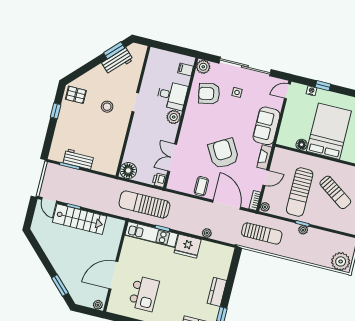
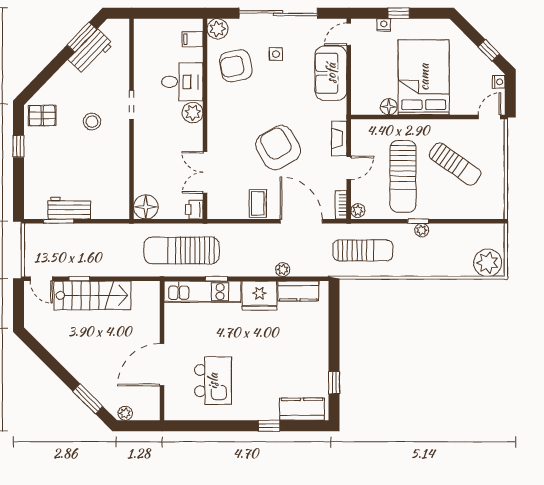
sofa: (266, 126) -> (331, 73), moved
kitchen counter: (217, 292) -> (298, 291), moved, turned -90
plant: (98, 305) -> (125, 413), moved

